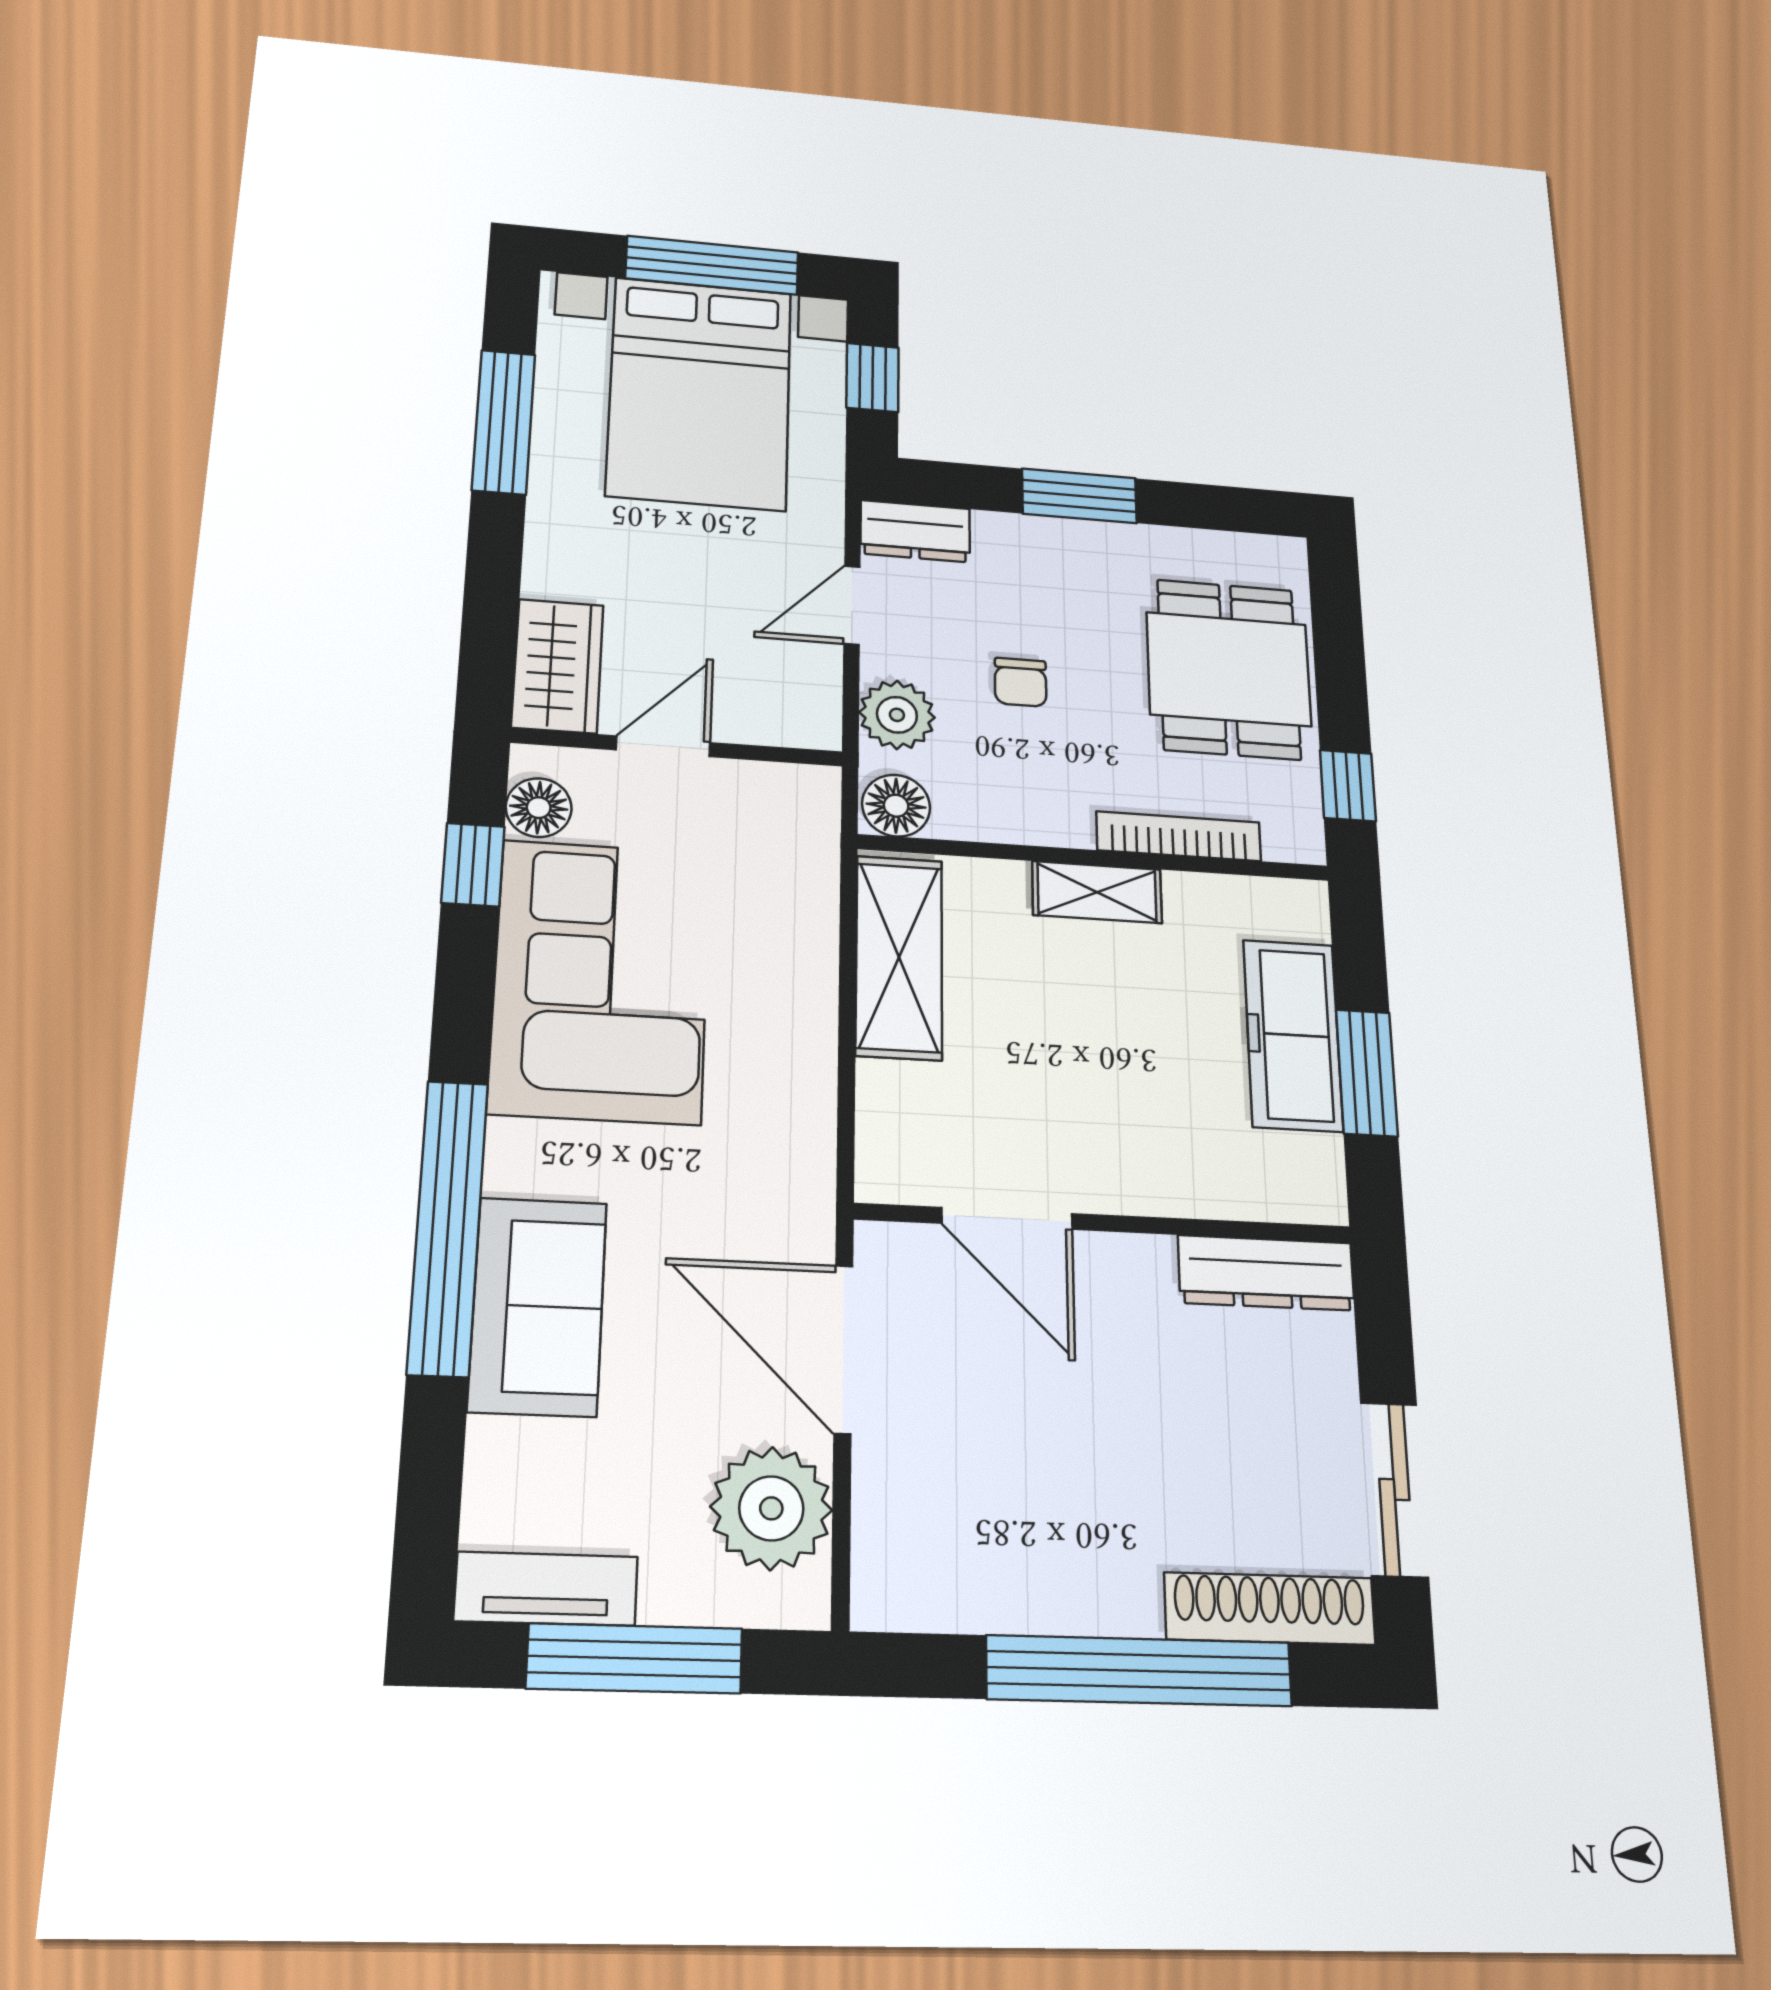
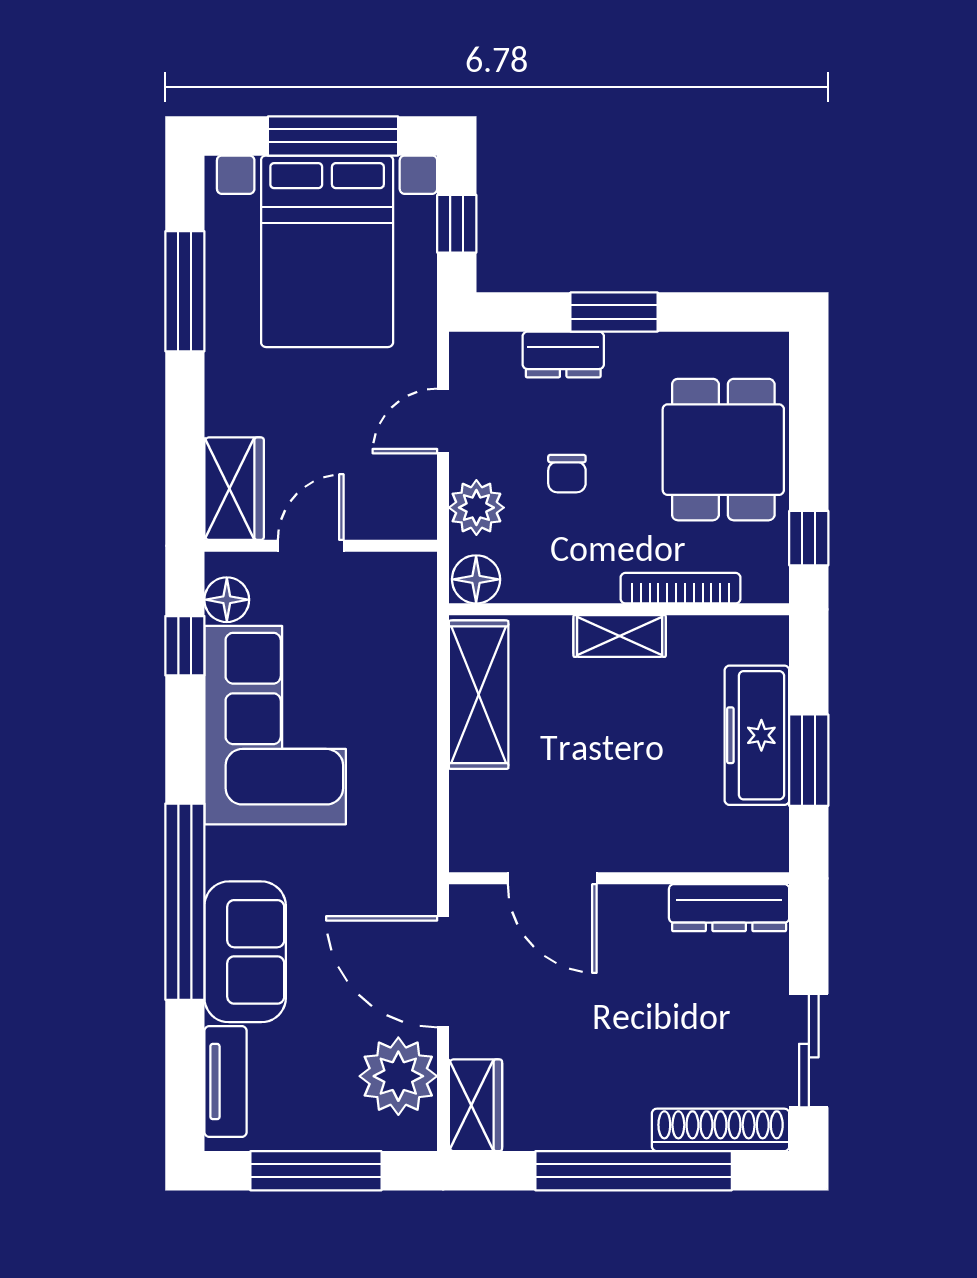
dresser: (915, 531) -> (563, 354), moved
wardrobe: (892, 1559) -> (476, 1105), added
tv unit: (546, 1589) -> (226, 1082), moved, turned 90

